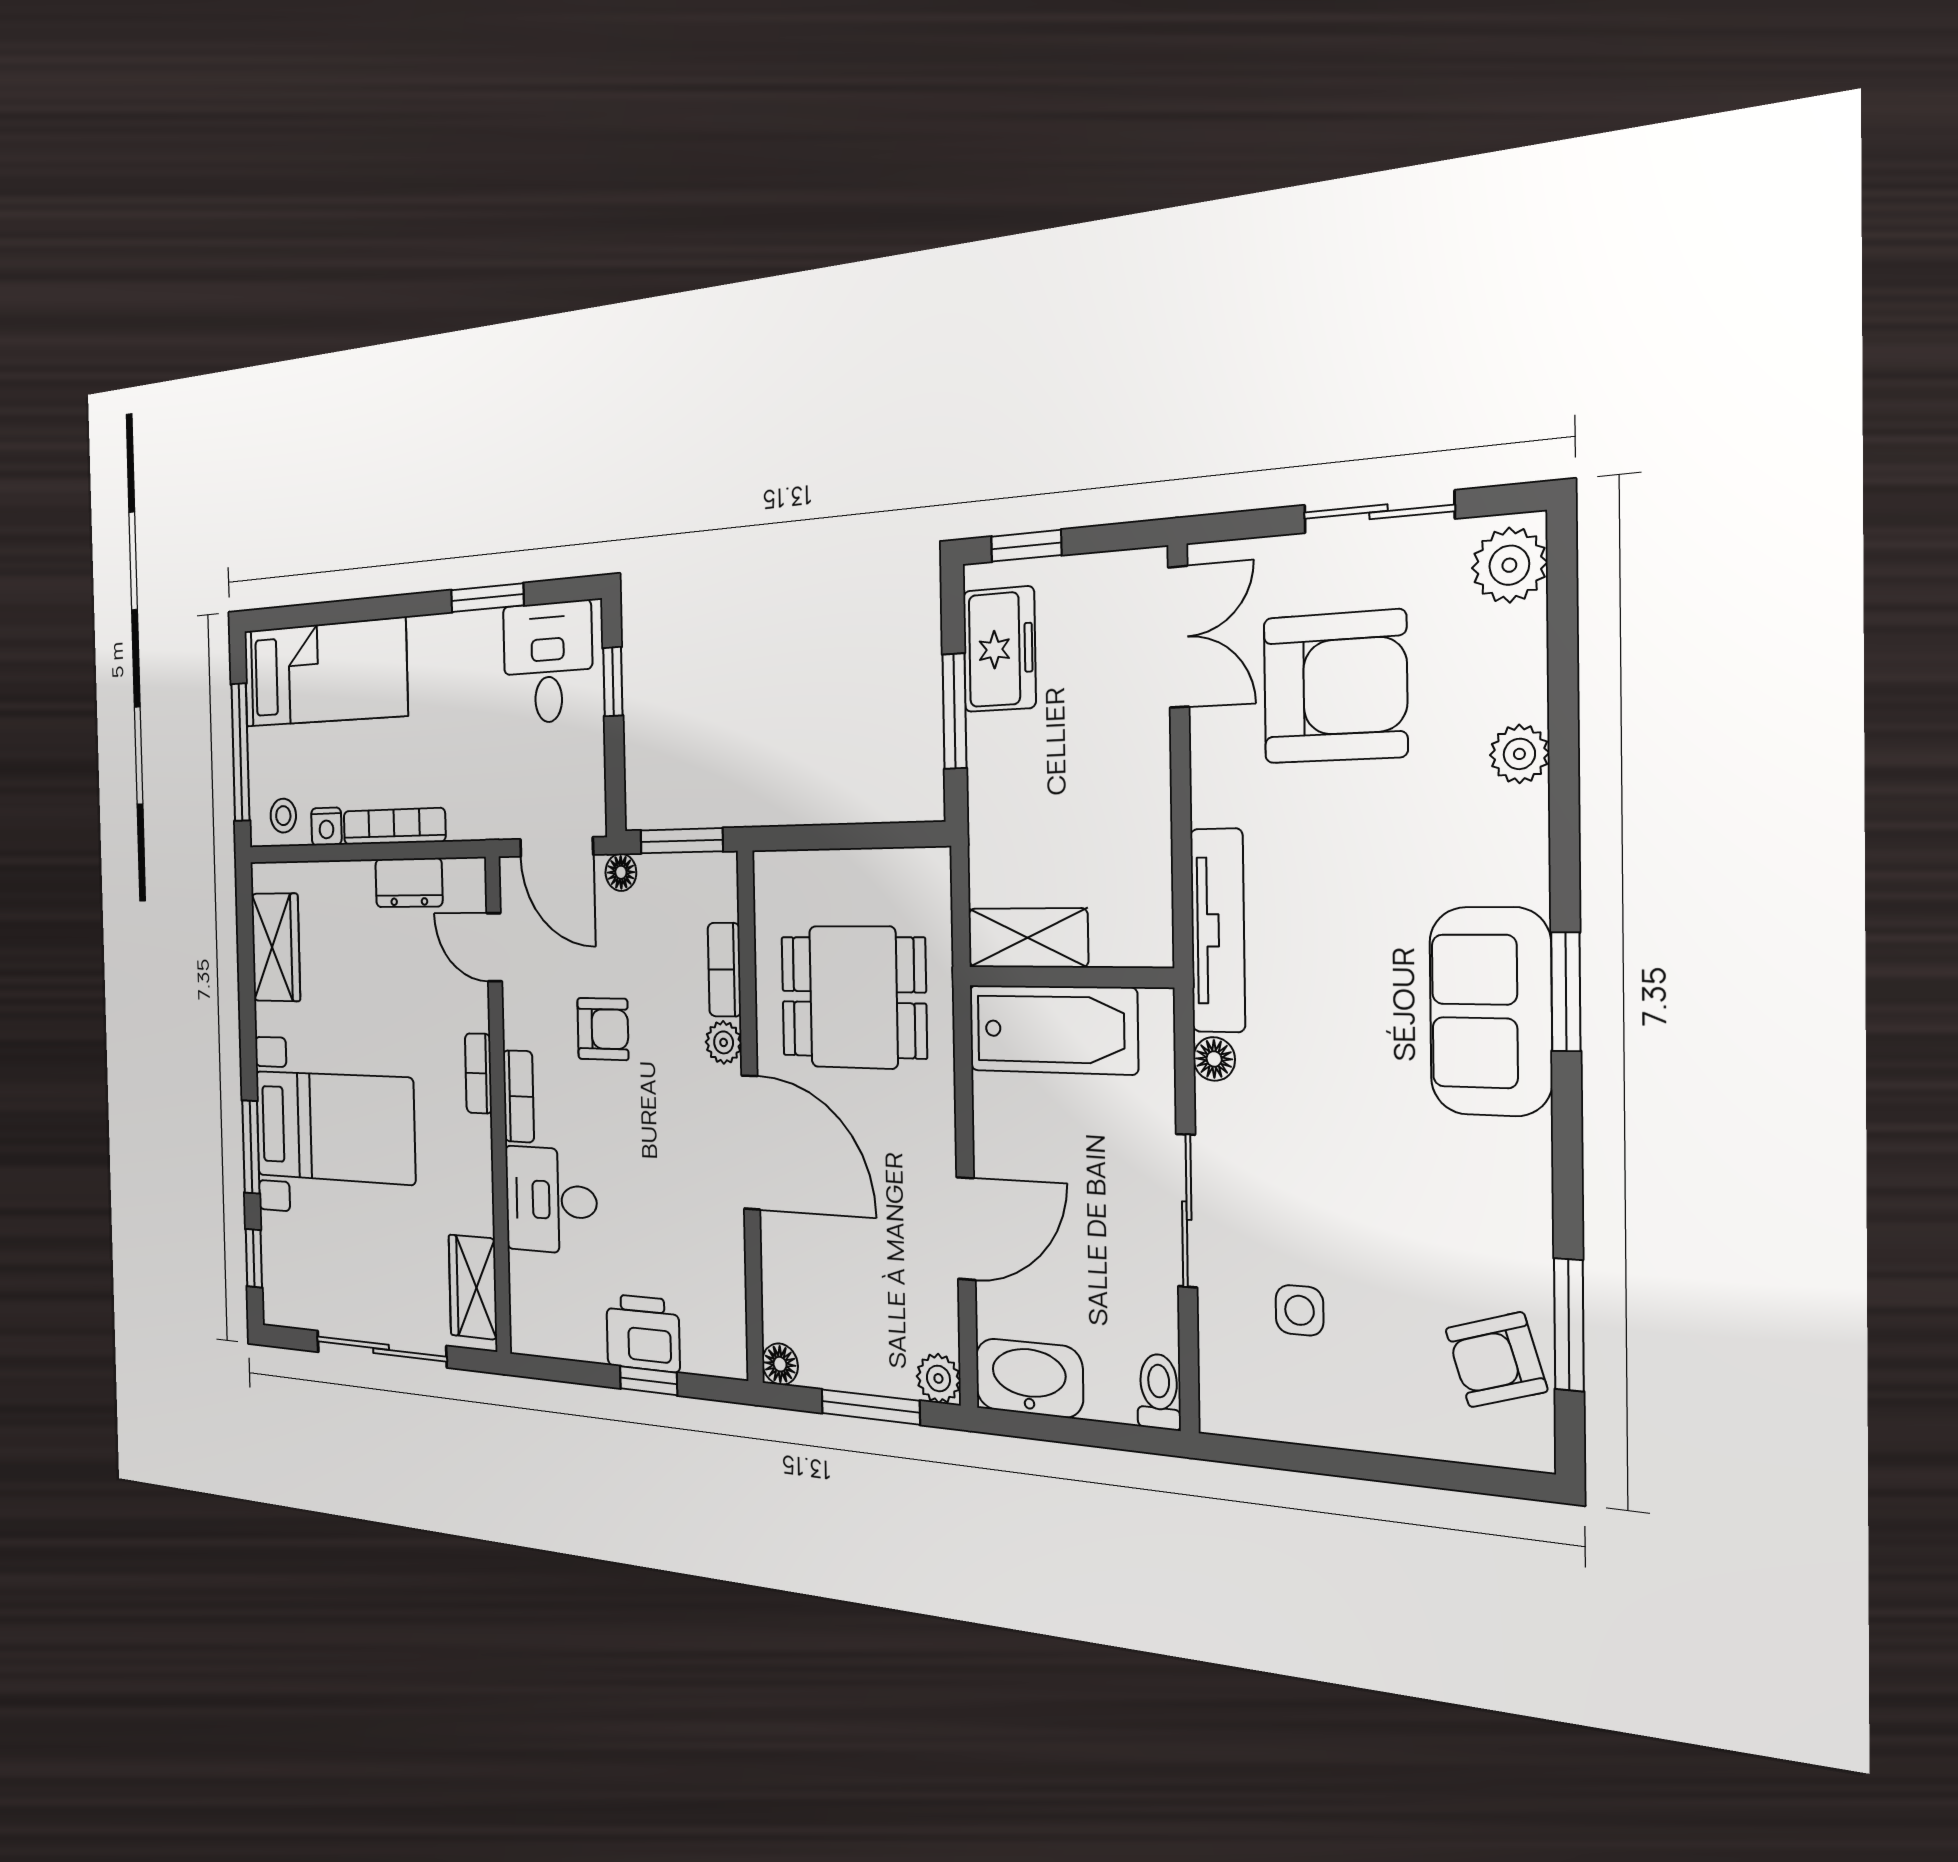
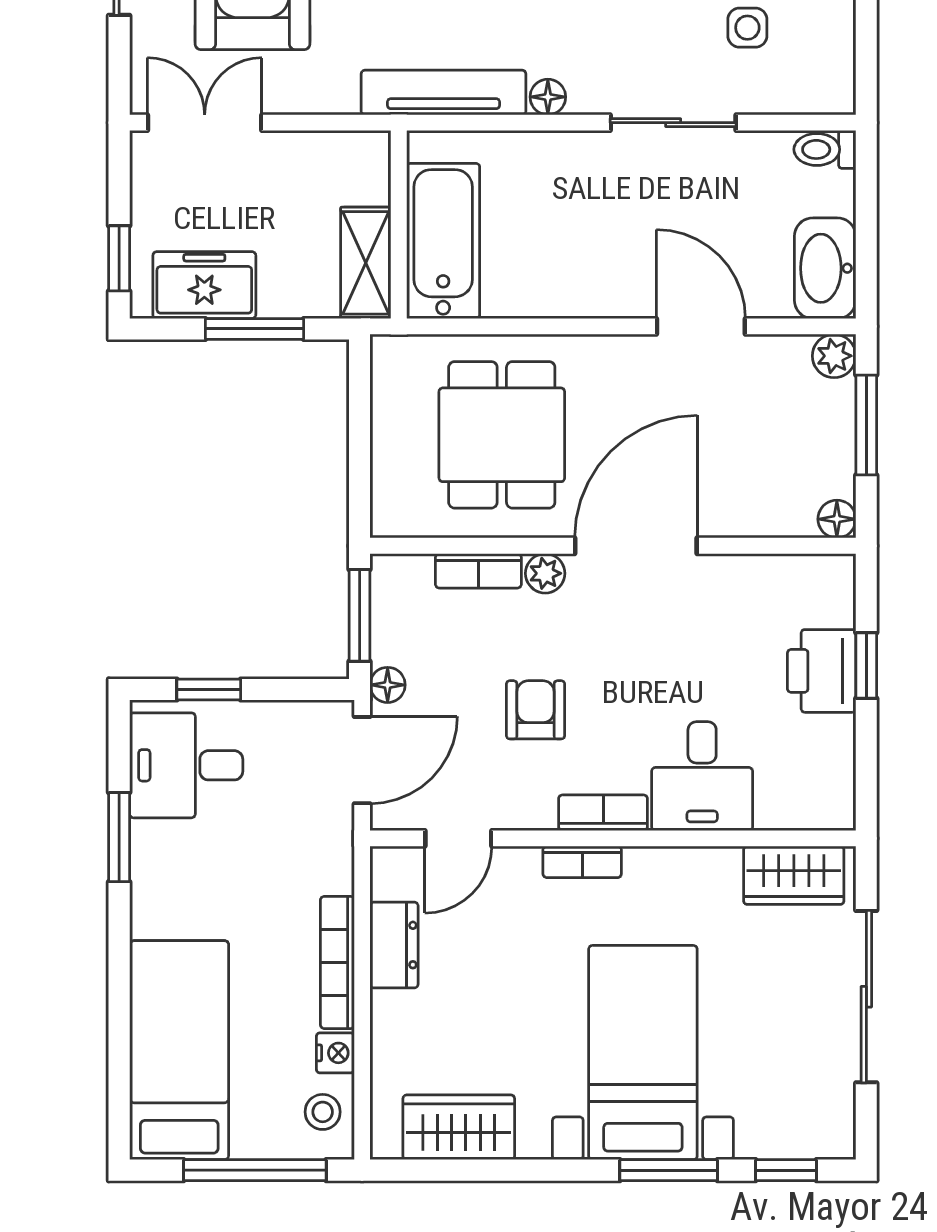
shelving: (1028, 938) -> (366, 263), moved
wall: (1070, 977) -> (399, 225), moved
bathtub: (1053, 1029) -> (443, 241), moved

